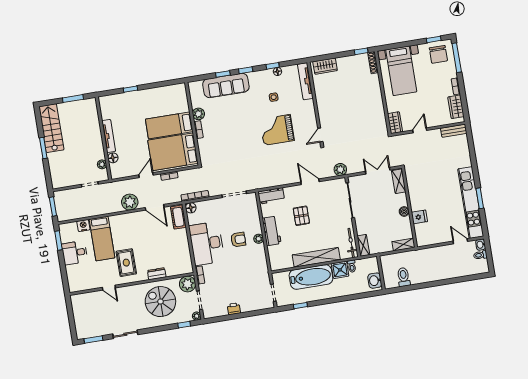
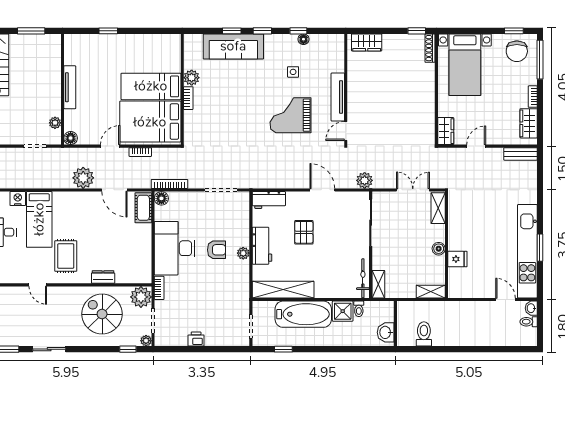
tv unit: (305, 81) -> (338, 97), moved
floor lamp: (113, 158) -> (71, 138), moved
shelving: (316, 257) -> (283, 290), moved

